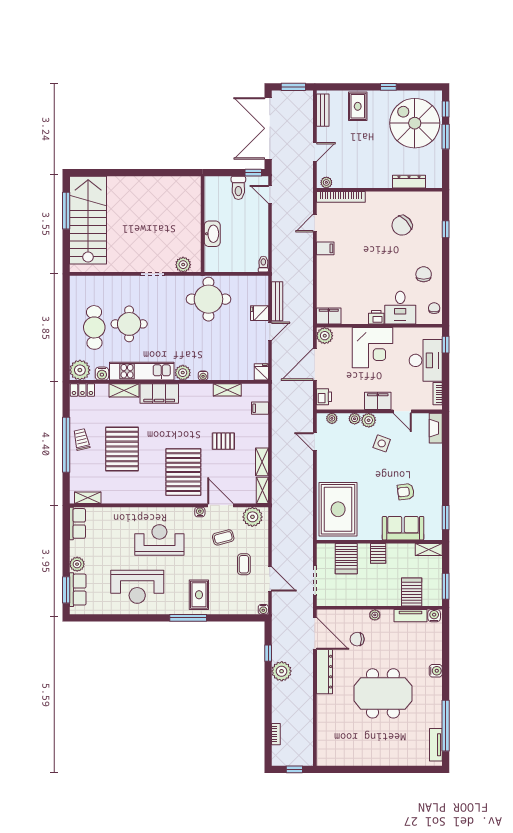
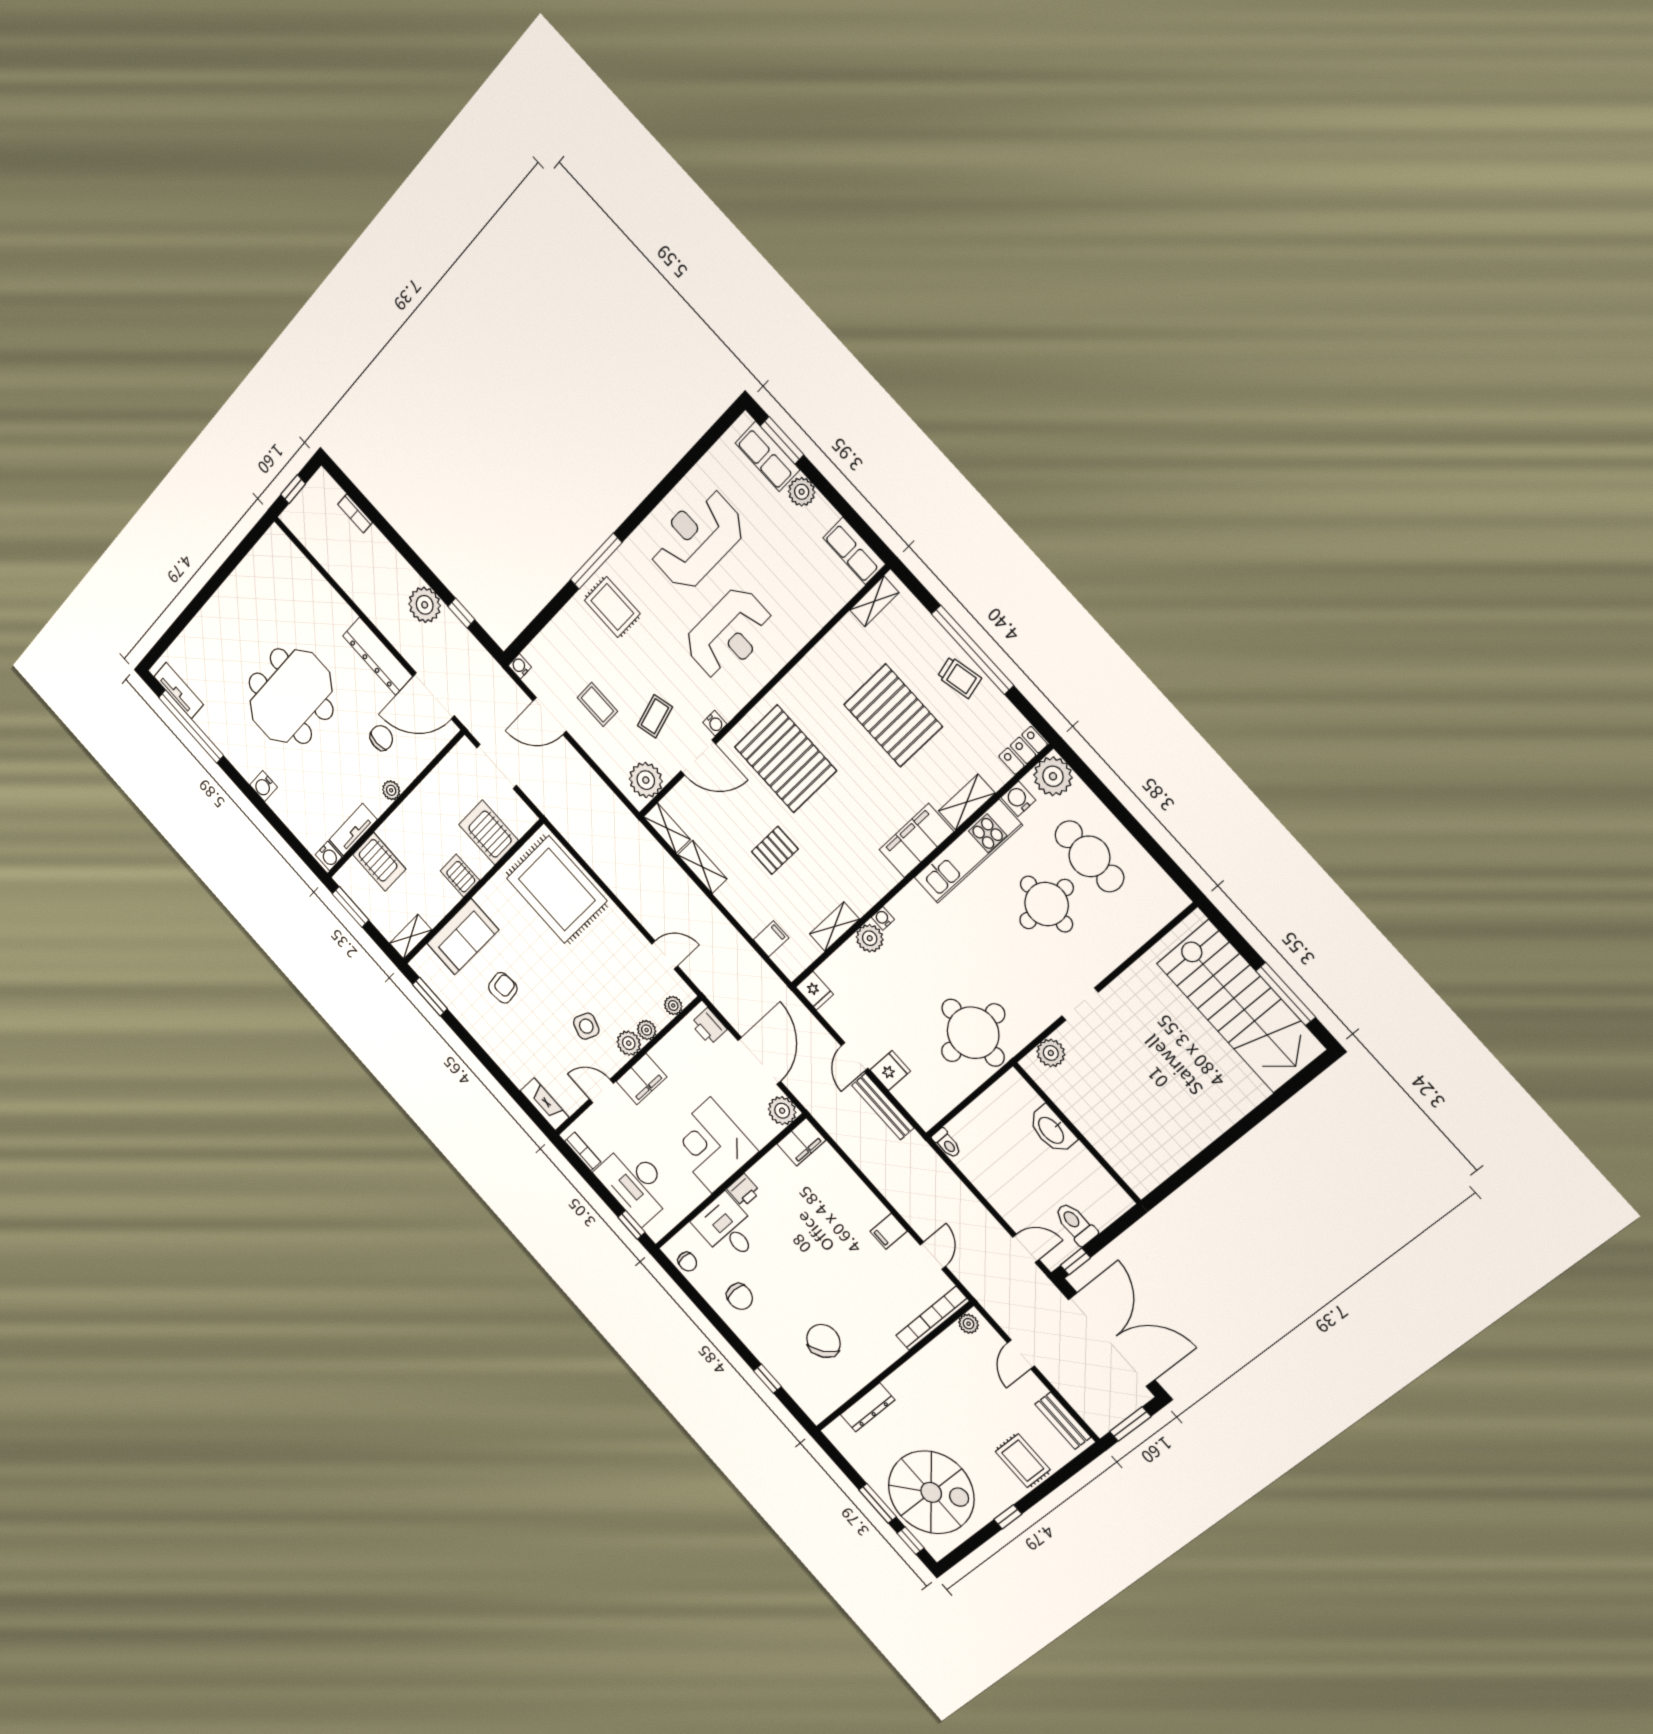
plant: (183, 373) -> (870, 938), moved

